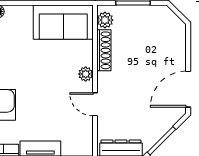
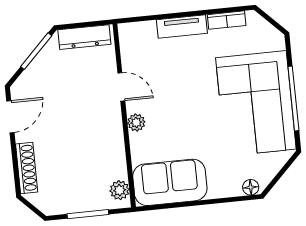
shoe rack: (104, 50) -> (27, 168), moved, turned 180
door: (188, 89) -> (10, 117), width x0.73

